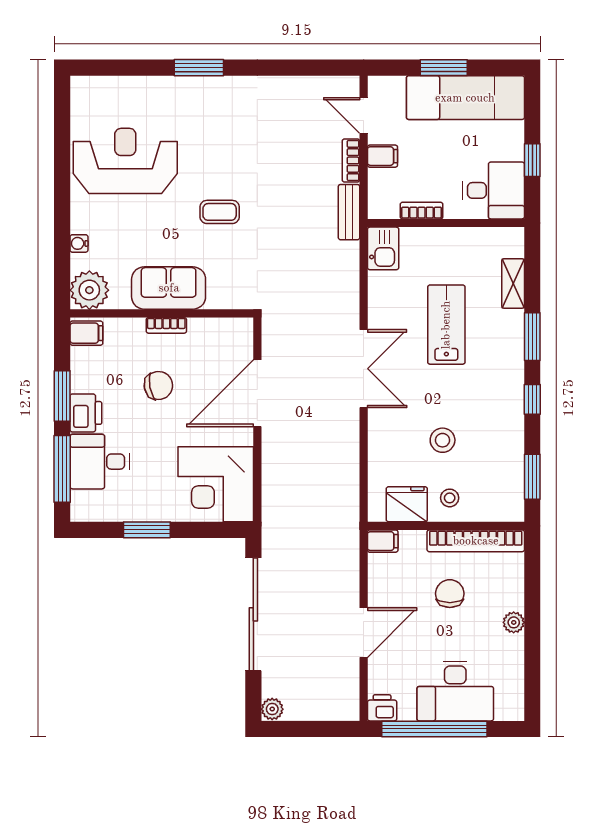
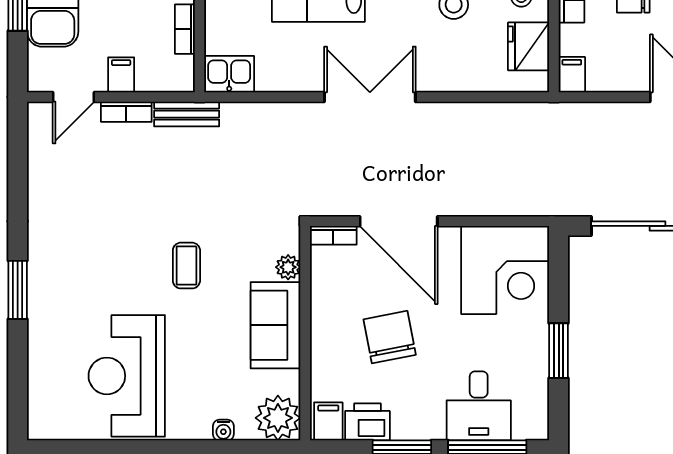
plant: (218, 299) -> (288, 267), added
bookcase: (166, 325) -> (333, 235), moved, turned 90
chair: (158, 385) -> (390, 337), width x1.37, depth x1.37
printer: (86, 413) -> (367, 422), moved

